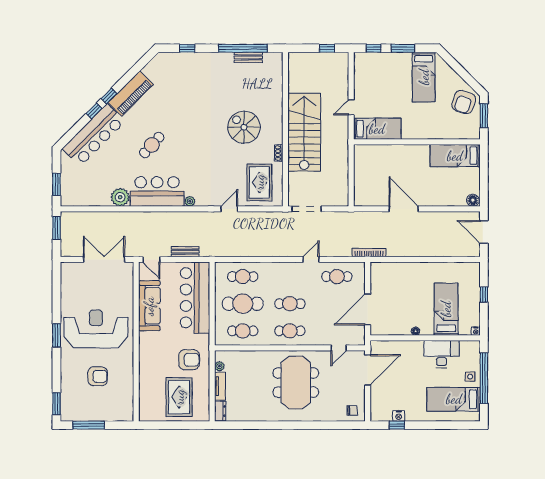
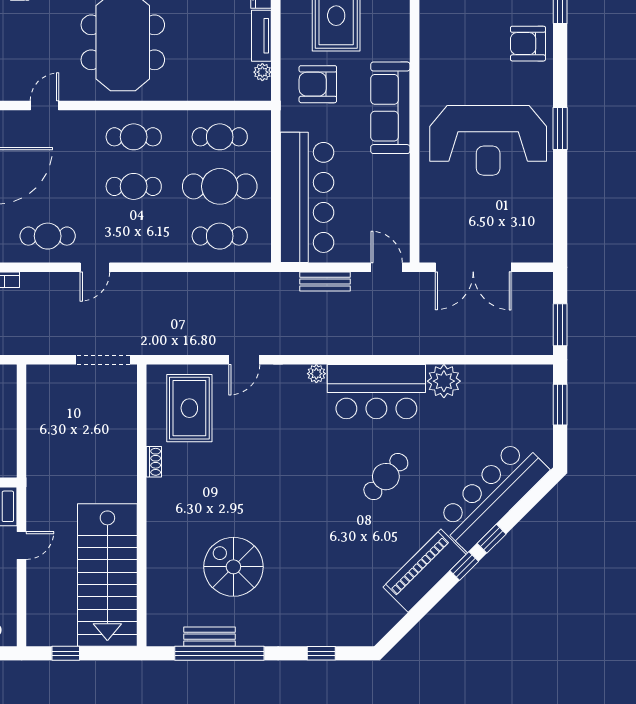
spiral stairs: (244, 127) -> (233, 567), moved, turned 180
stairs: (304, 132) -> (107, 575), moved
sofa: (149, 306) -> (390, 108), moved
armchair: (98, 376) -> (528, 44), moved

